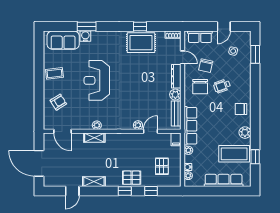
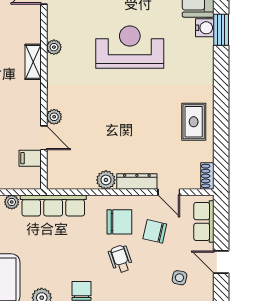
window: (140, 26) -> (221, 120), removed
rug: (141, 43) -> (194, 122), width x0.73, depth x0.70
door: (183, 57) -> (169, 192), hinge flipped
chair: (200, 87) -> (119, 222), turned 180
bench: (176, 114) -> (74, 181), removed
shelving: (94, 138) -> (33, 62), moved
filing cabinet: (176, 139) -> (30, 158), moved

